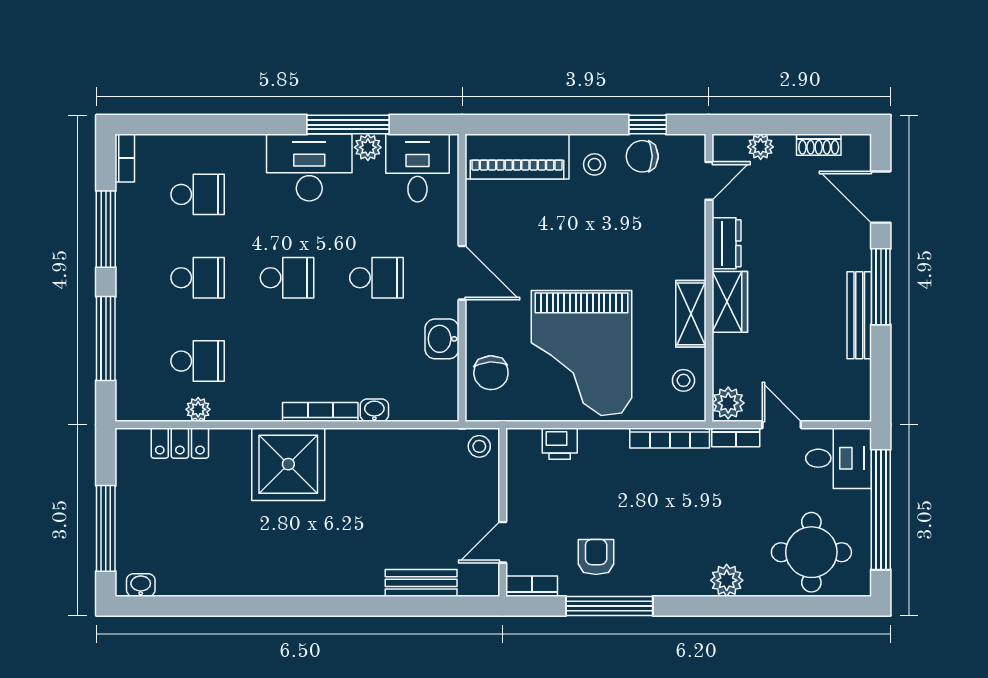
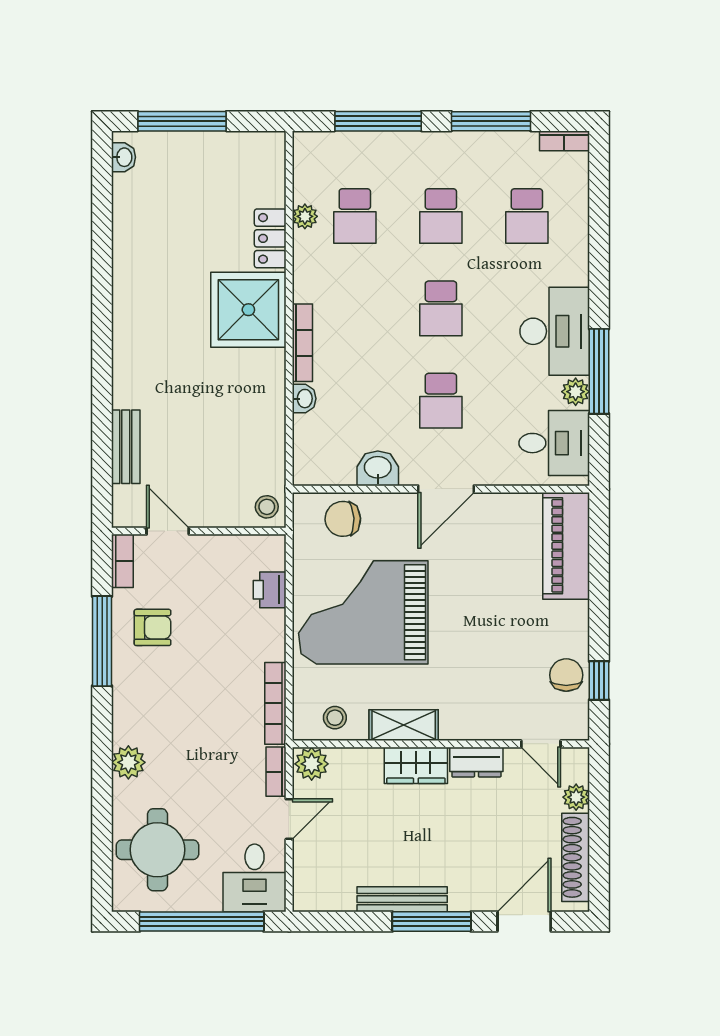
shoe rack: (819, 145) -> (576, 857), width x1.94, depth x1.24
stool: (594, 164) -> (558, 626), removed
locker: (180, 443) -> (270, 238), moved

